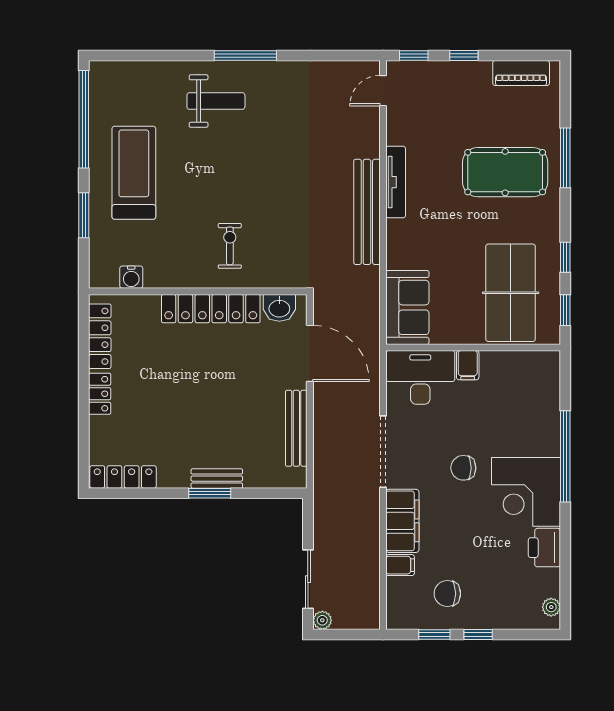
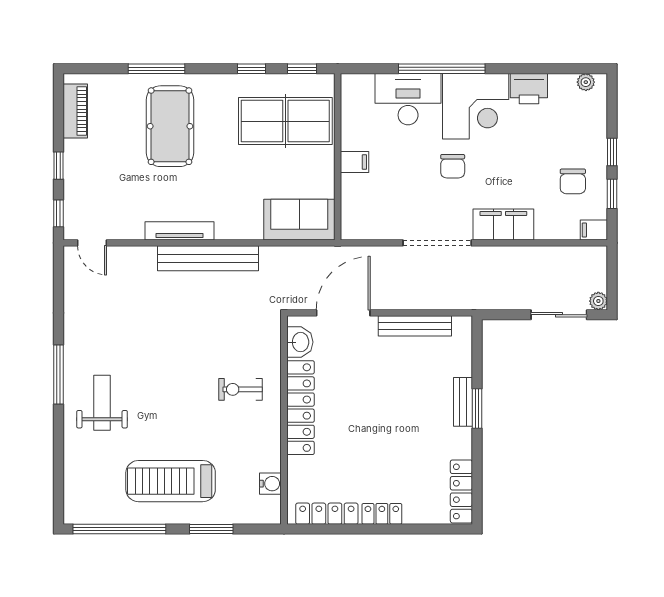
desk: (420, 377) -> (408, 99), moved, turned 90
filing cabinet: (400, 565) -> (594, 230), moved, turned -90

